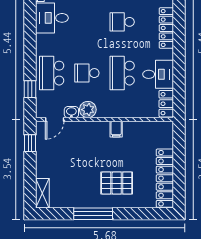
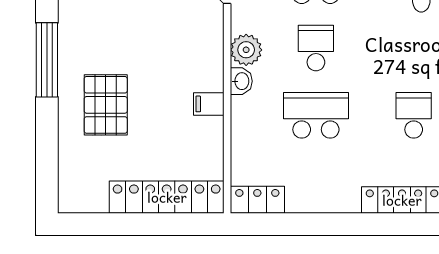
desk: (158, 74) -> (314, 184), removed
washbasin: (71, 112) -> (241, 81), moved
locker: (165, 178) -> (167, 197), moved

